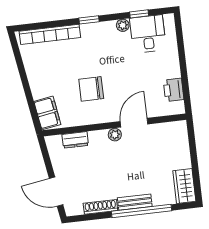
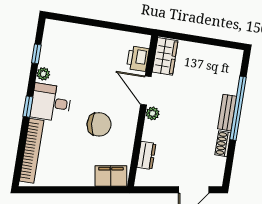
desk: (148, 34) -> (51, 103), moved
chair: (91, 89) -> (99, 124), turned -95
printer: (174, 90) -> (138, 59), moved, turned 90
wardrobe: (184, 186) -> (165, 56), moved, turned -90
shoe rack: (100, 207) -> (223, 144), width x0.70

